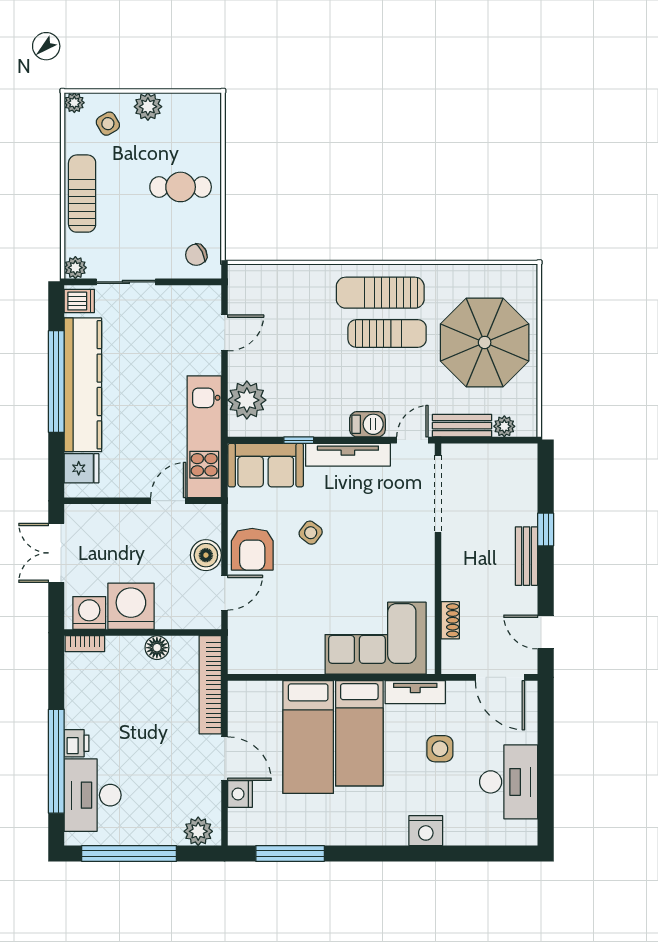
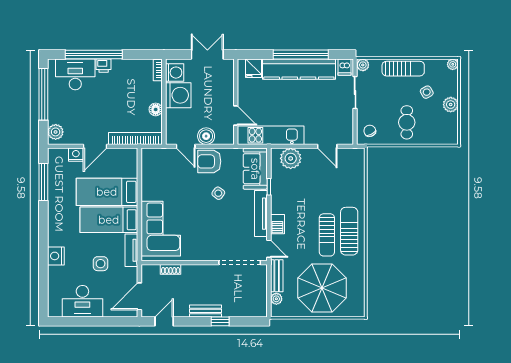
side table: (108, 124) -> (427, 92), moved

